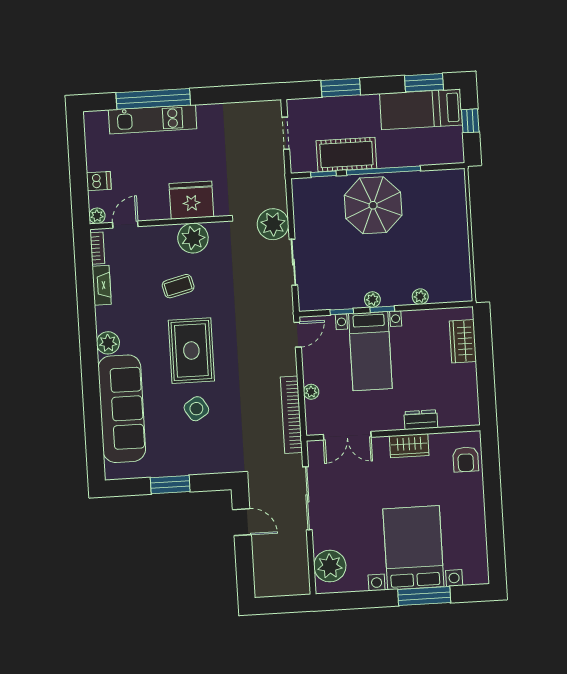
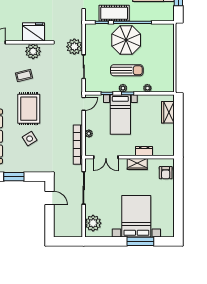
sun lounger: (378, 264) -> (127, 70), added

